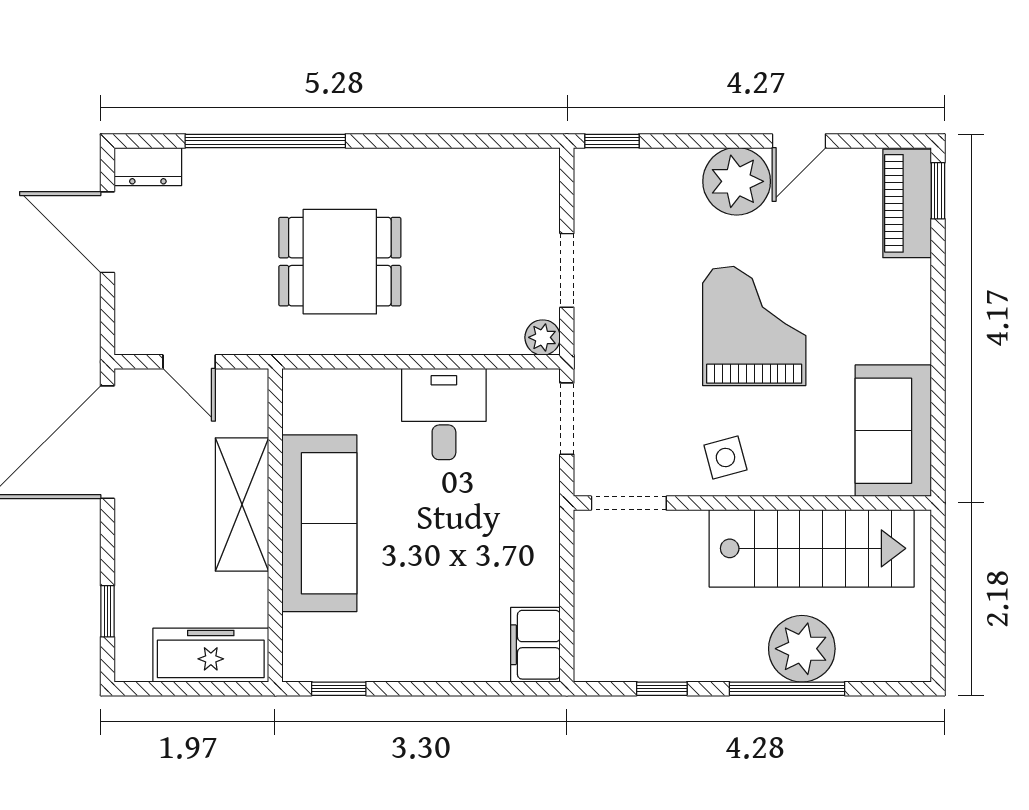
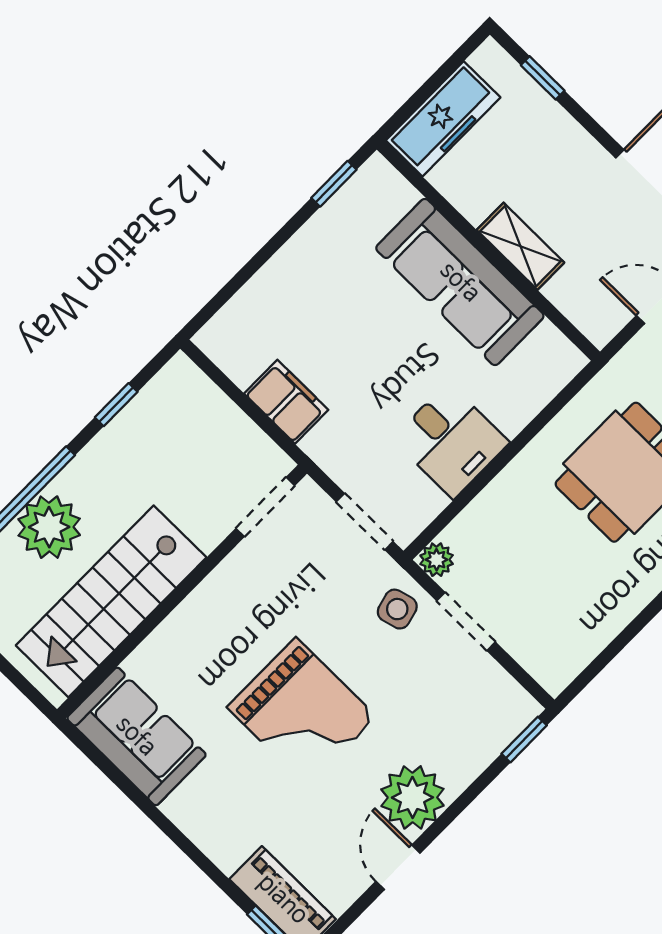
side table: (725, 457) -> (397, 609), moved
shelving: (242, 505) -> (520, 246), width x0.67, depth x0.75
filing cabinet: (535, 645) -> (286, 402), moved

